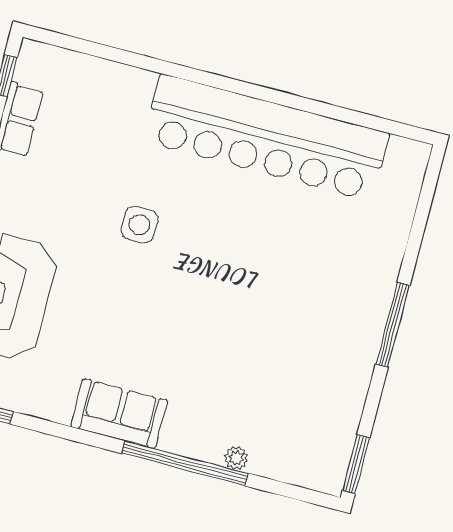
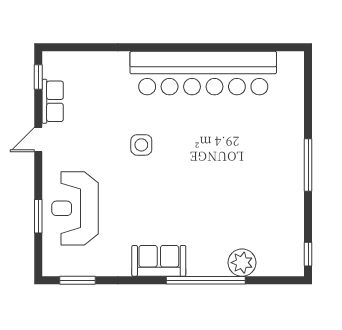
plant: (236, 458) -> (242, 263), width x1.87, depth x1.87
window: (356, 464) -> (308, 254), width x0.67

